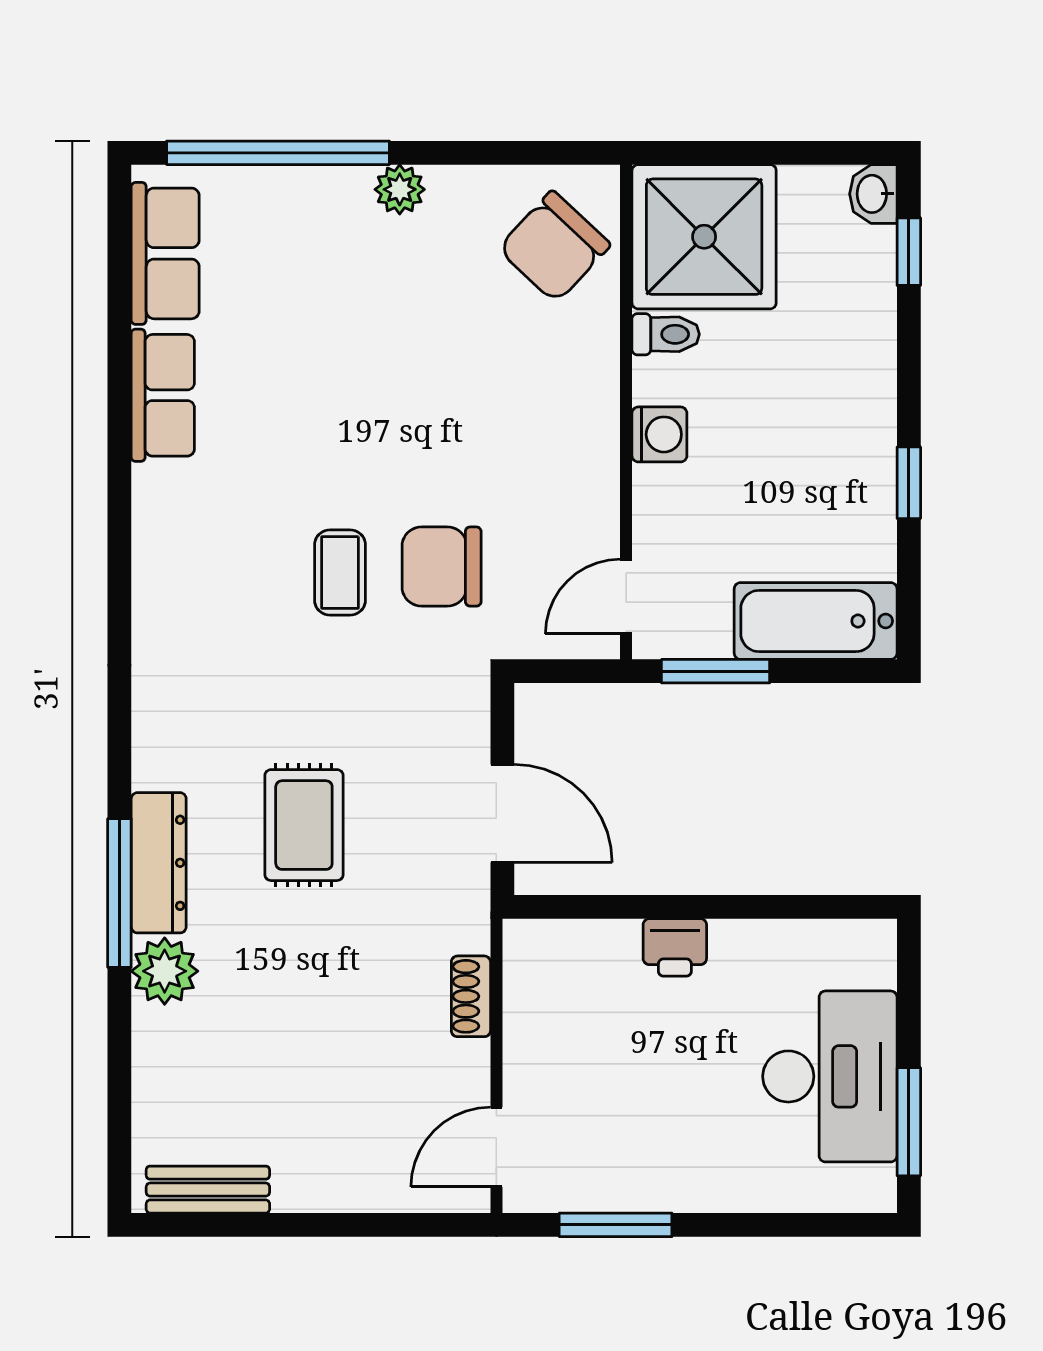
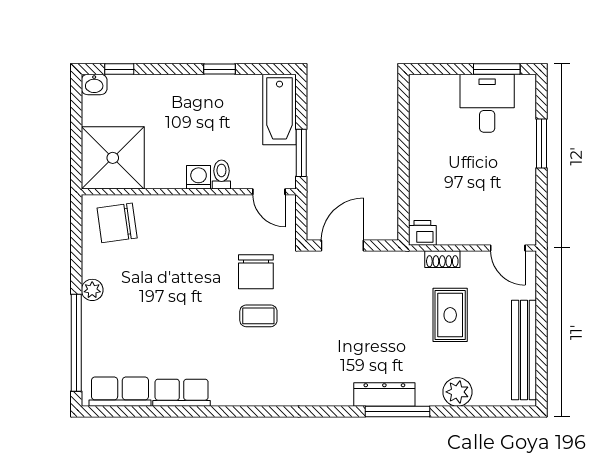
chair: (554, 247) -> (117, 223), turned 129
toilet: (666, 334) -> (221, 175), moved
door: (502, 813) -> (342, 245), moved
rug: (304, 825) -> (450, 315), moved, turned 90
printer: (675, 947) -> (422, 233), moved, turned -90
plant: (165, 971) -> (457, 392), moved
desk: (830, 1076) -> (487, 103), width x0.73
bench: (208, 1190) -> (524, 350), width x1.86, depth x1.21
window: (616, 1225) -> (541, 143), moved

